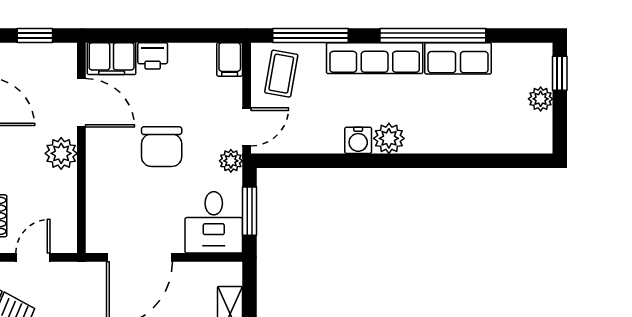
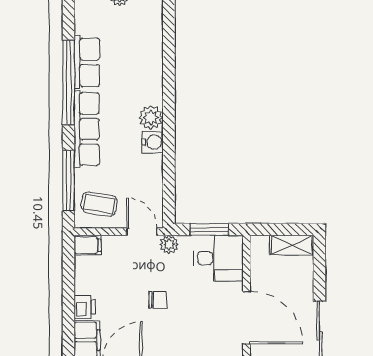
chair: (162, 147) -> (158, 300), width x0.54, depth x0.54

